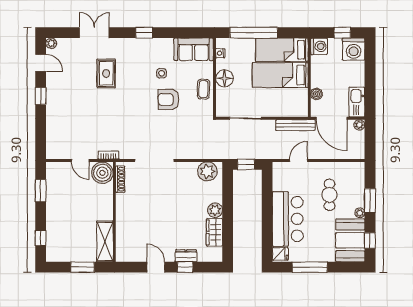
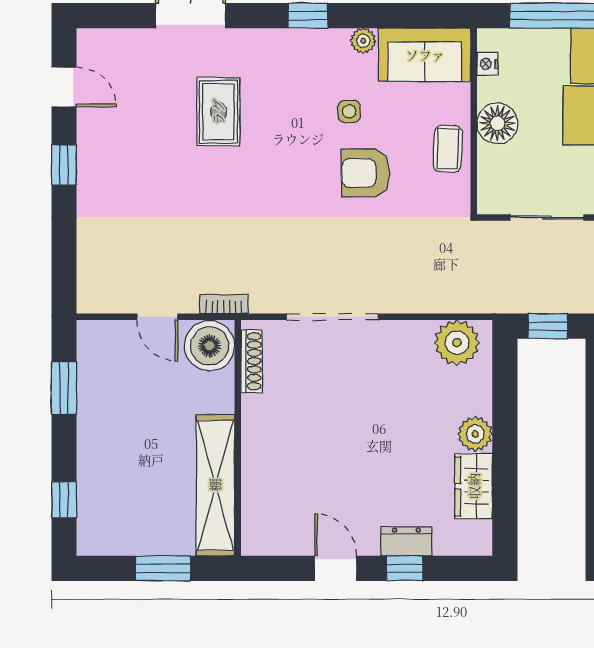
plant: (51, 43) -> (363, 41), moved
shelving: (105, 241) -> (215, 485), width x1.47

